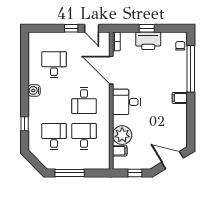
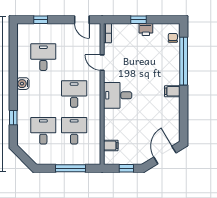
window: (71, 28) -> (41, 20), moved
printer: (148, 41) -> (146, 30), width x0.53, depth x0.68
door: (111, 70) -> (102, 63), width x0.53
desk: (84, 101) -> (74, 94), turned 180
plant: (122, 135) -> (113, 129), removed
door: (173, 160) -> (165, 155), hinge flipped
window: (70, 173) -> (70, 168), moved

